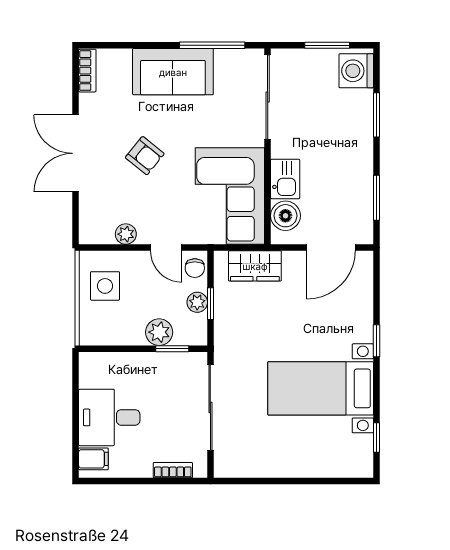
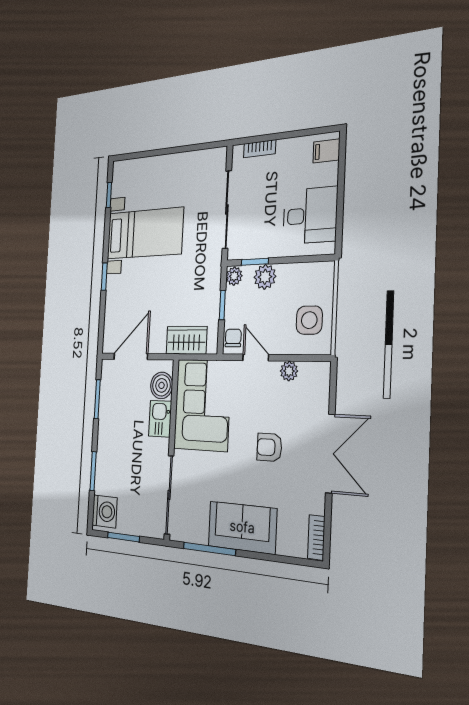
armchair: (145, 156) -> (269, 447), turned -39
plant: (197, 302) -> (234, 276), moved
desk: (109, 417) -> (310, 215), moved

